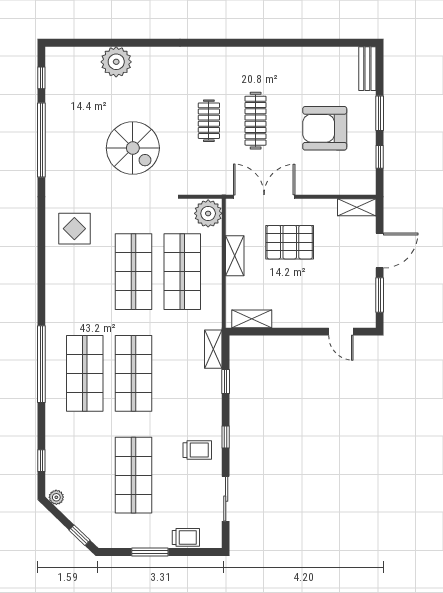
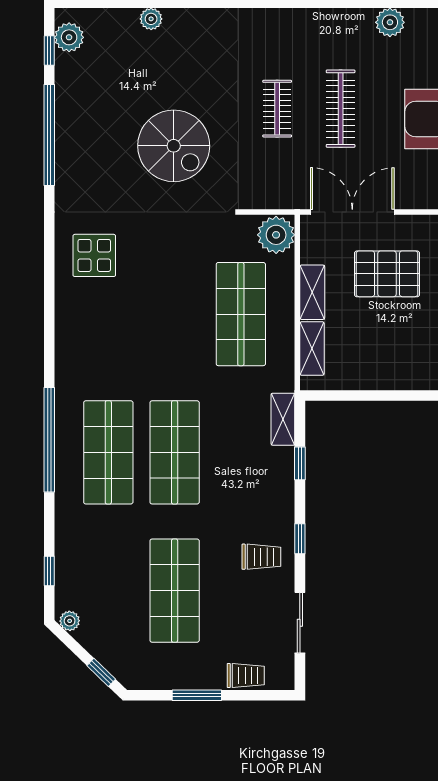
plant: (292, 57) -> (390, 22), added
plant: (116, 62) -> (151, 19), width x0.53, depth x0.53
plant: (56, 68) -> (69, 37), added
shop shelf: (134, 272) -> (175, 314), removed
shelving: (252, 319) -> (312, 349), moved, turned 90

